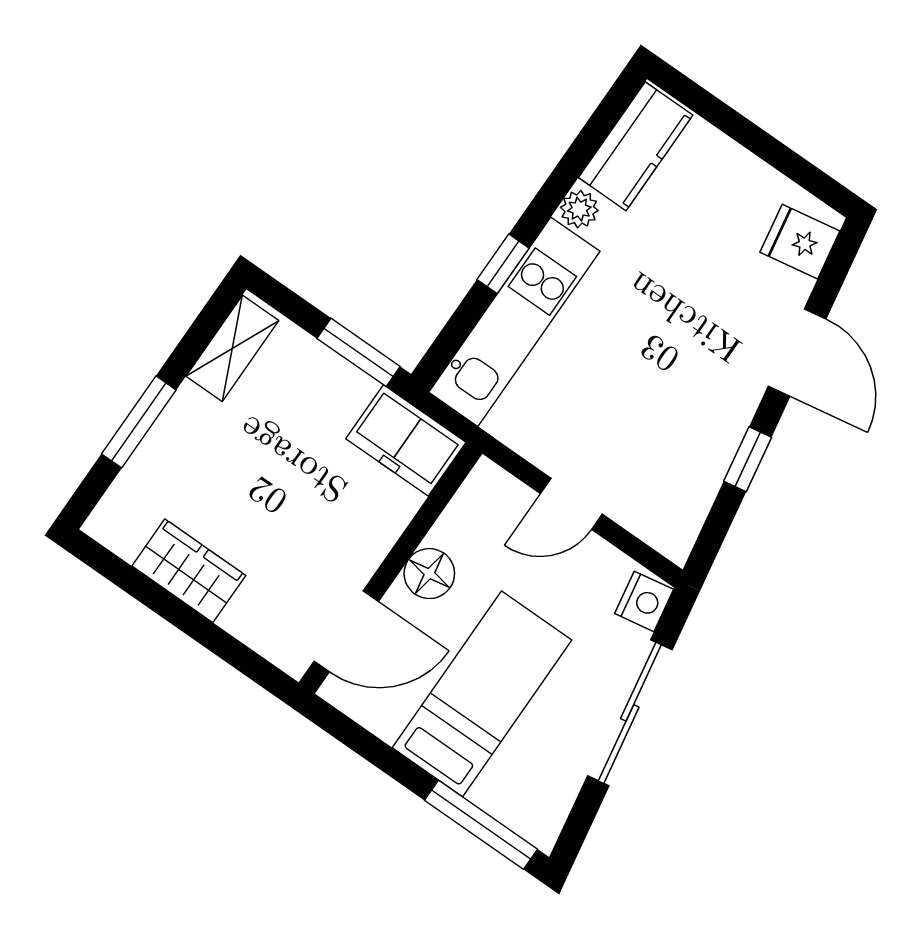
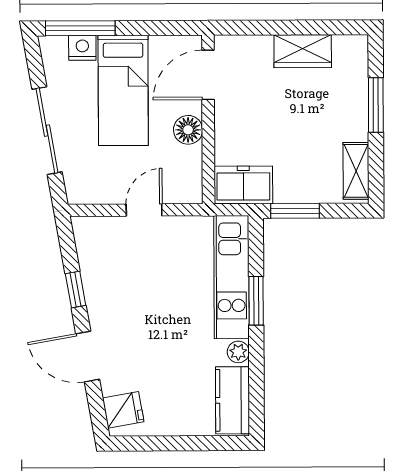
window: (503, 264) -> (256, 301), width x1.50
nightstand: (644, 601) -> (82, 48), moved, turned 100

